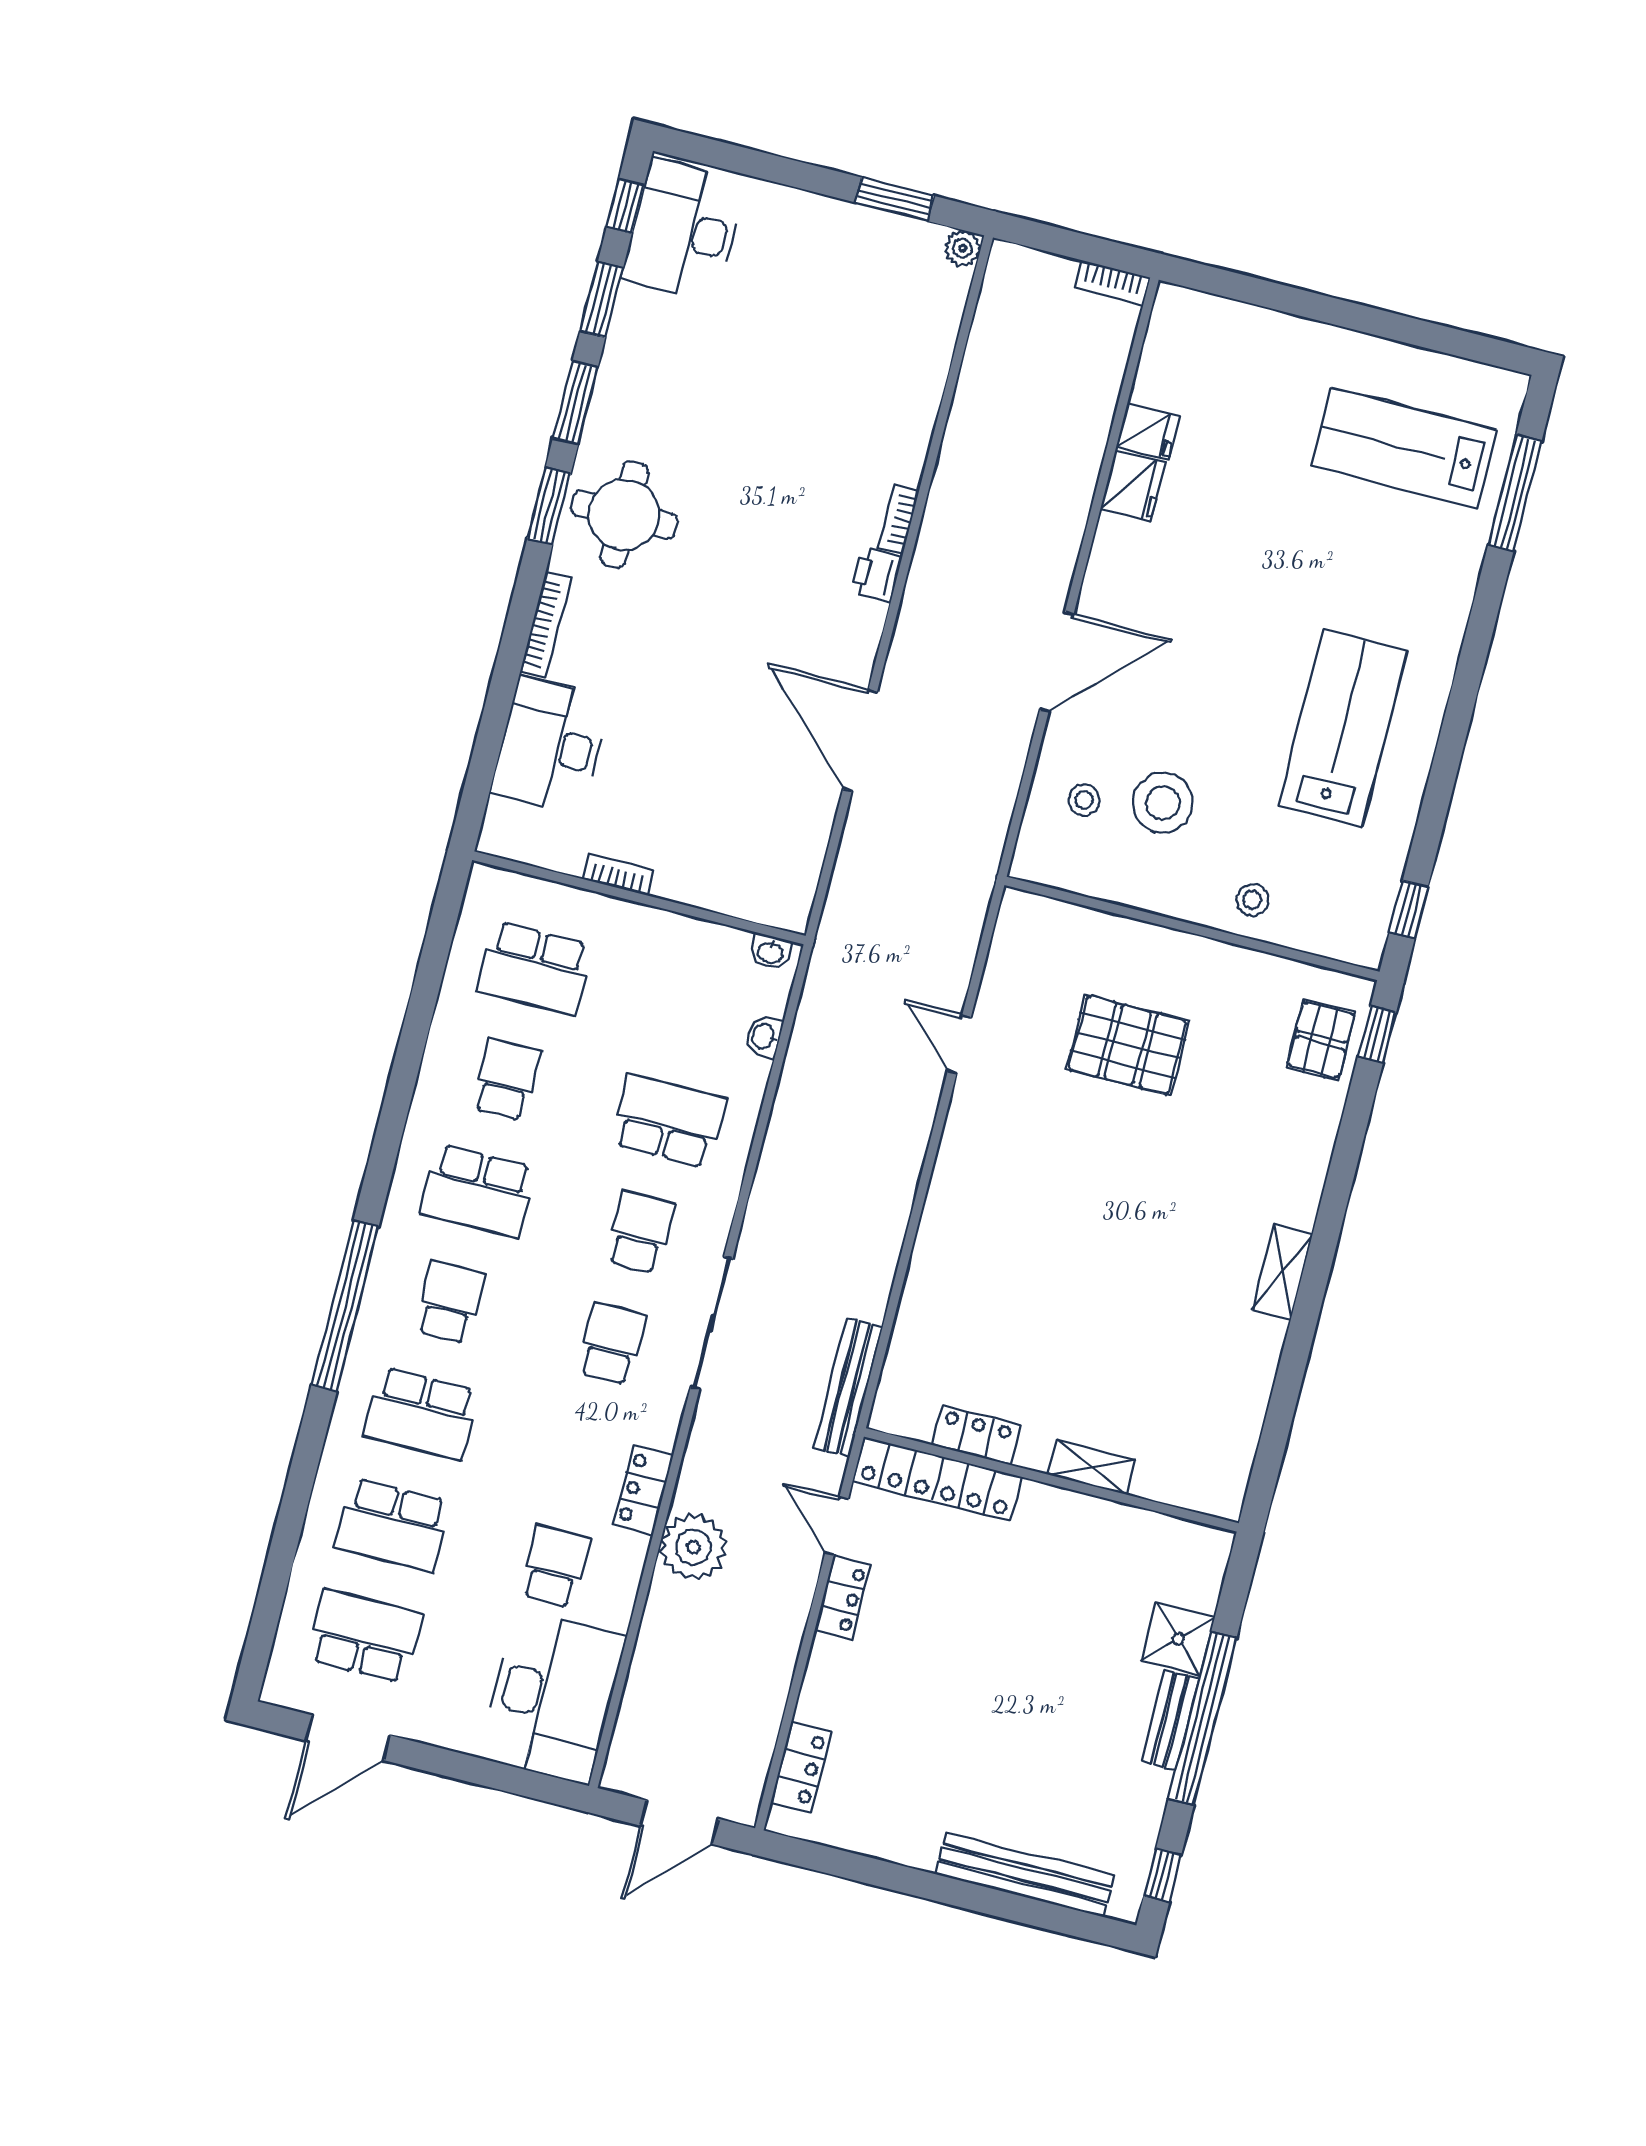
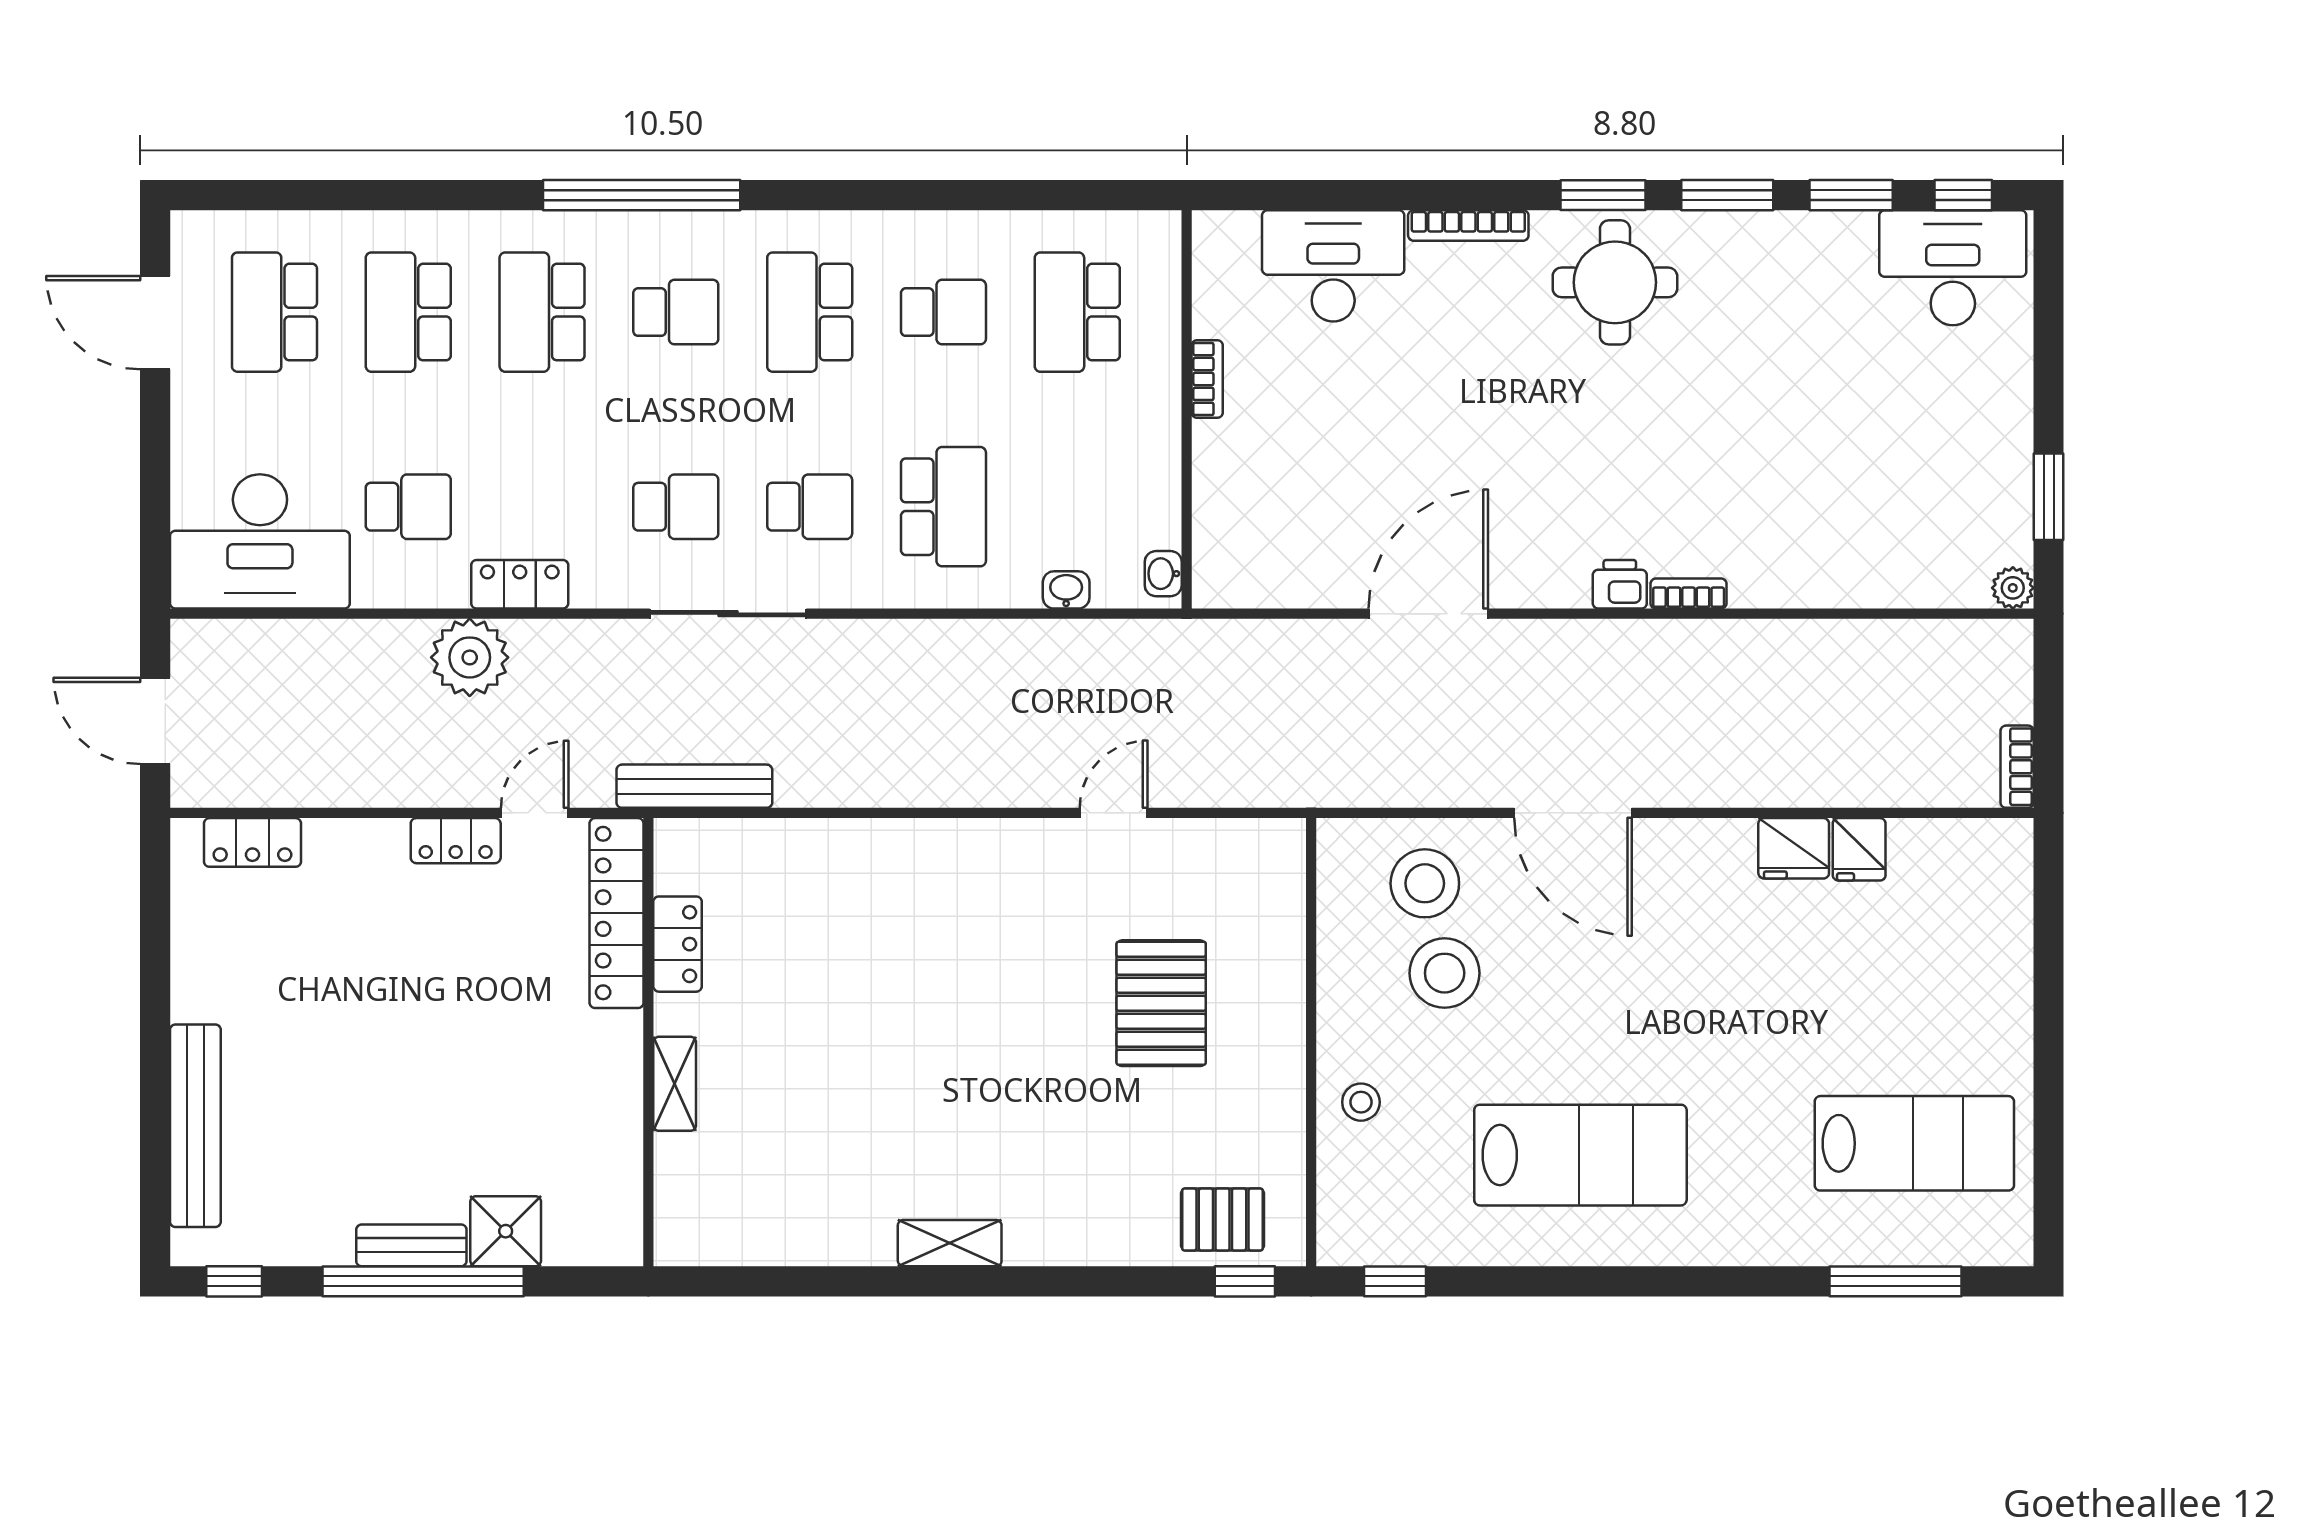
lab bench: (1404, 448) -> (1914, 1143), turned 90
stool: (1084, 800) -> (1425, 883), width x1.89, depth x1.89
school desk: (364, 1636) -> (274, 312), turned 180

